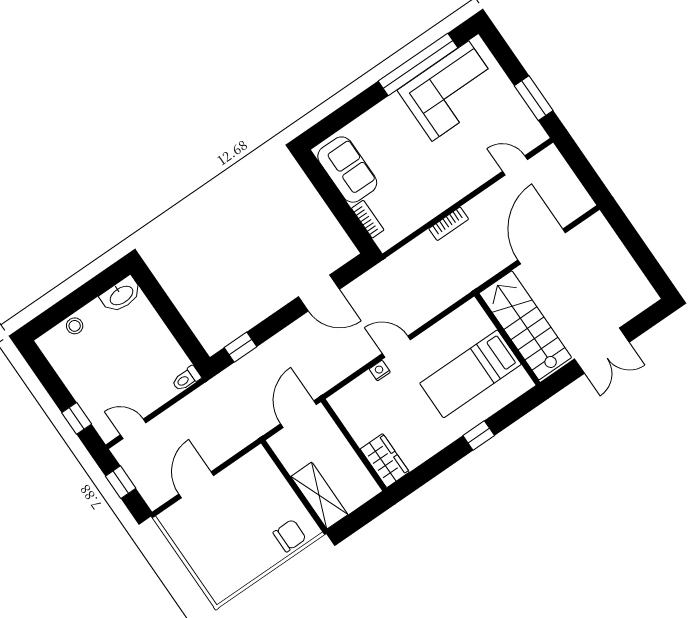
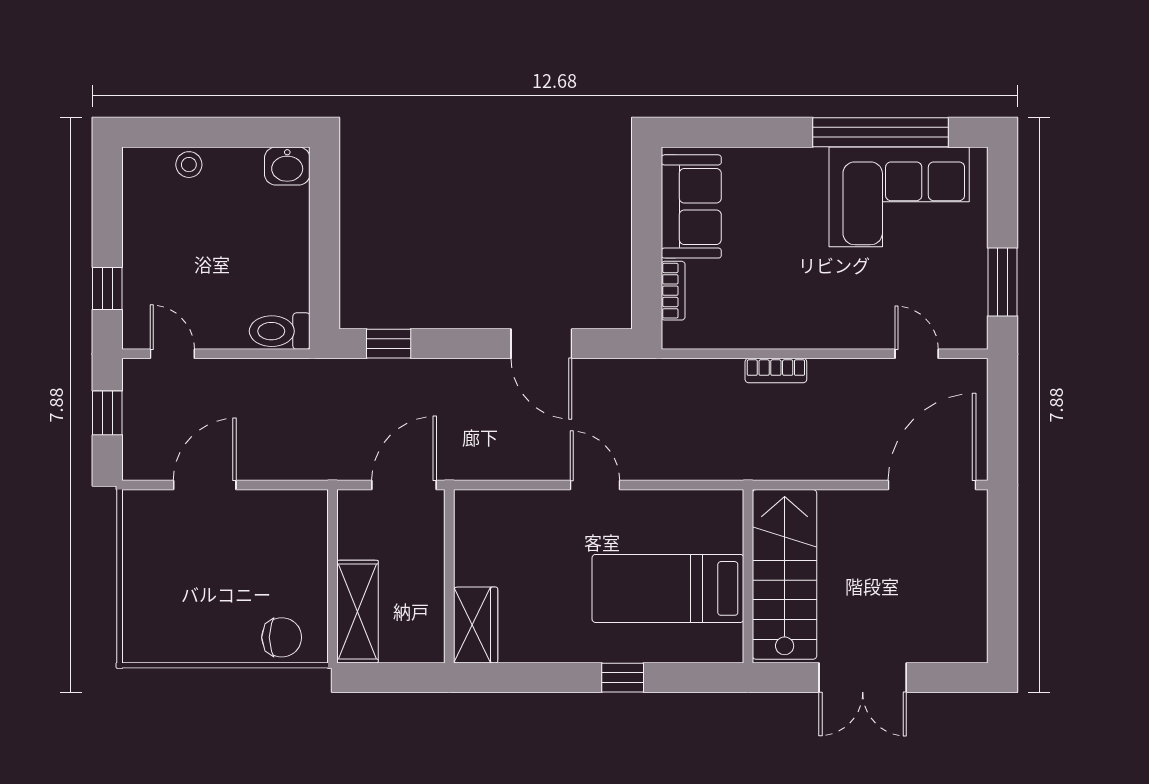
door: (542, 246) -> (932, 485), moved
washbasin: (121, 295) -> (287, 166), width x0.72
nightstand: (380, 371) -> (551, 502), removed
toilet: (186, 379) -> (280, 331), width x1.37, depth x1.39

